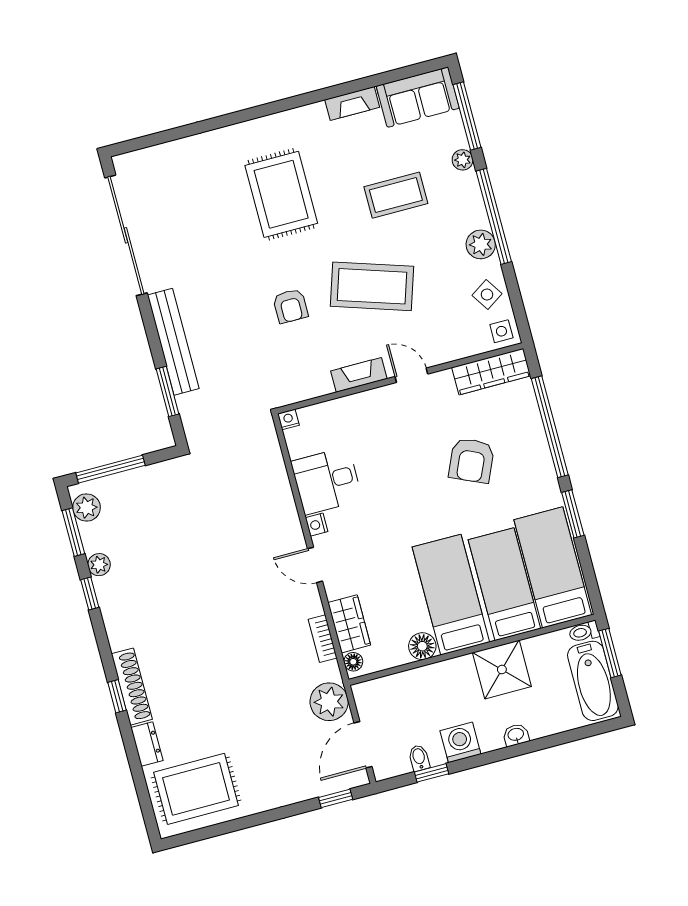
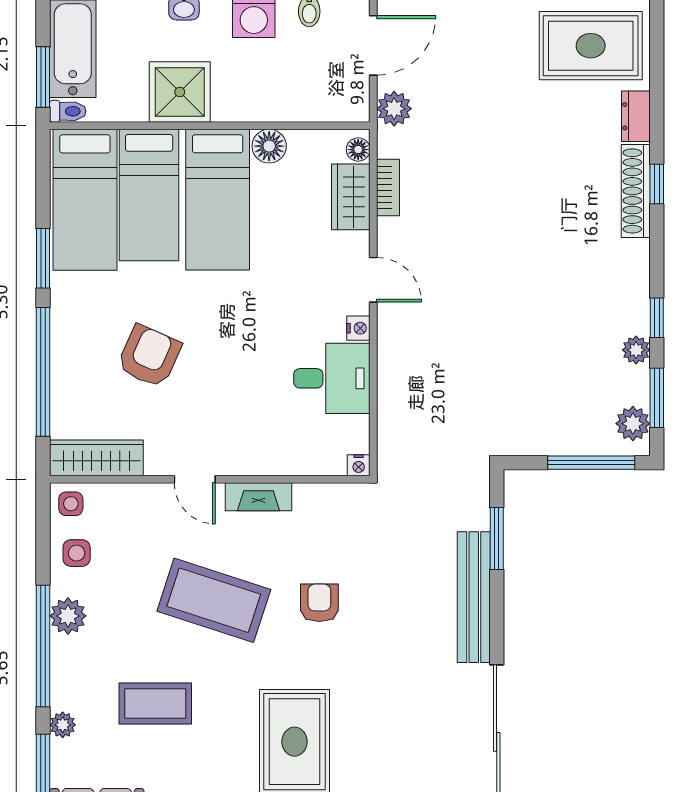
side table: (487, 295) -> (77, 553), turned 33
plant: (329, 702) -> (394, 109), width x0.73, depth x0.73

